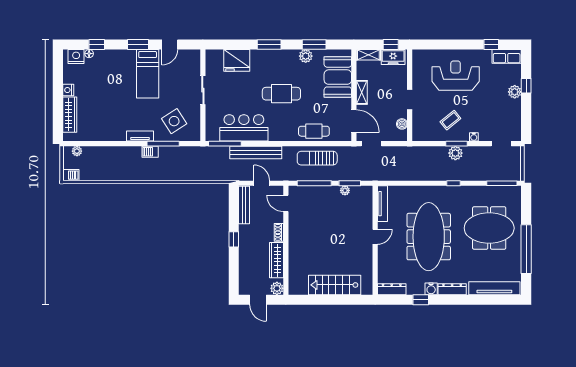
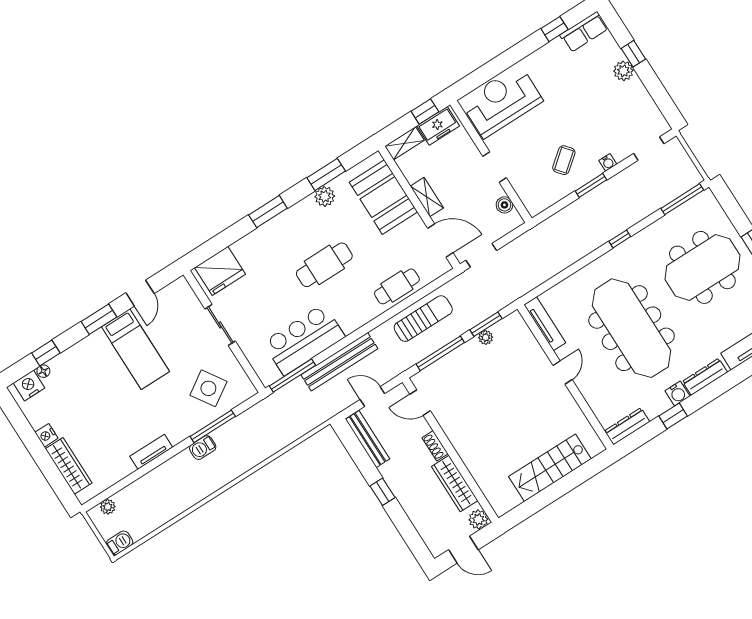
fridge: (237, 60) -> (220, 271), moved
reception desk: (456, 76) -> (502, 101), moved
tv unit: (140, 136) -> (151, 452), moved
plant: (455, 153) -> (597, 199), removed
sun lounger: (317, 158) -> (423, 319), turned 180

